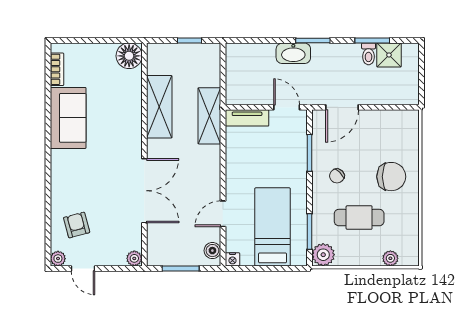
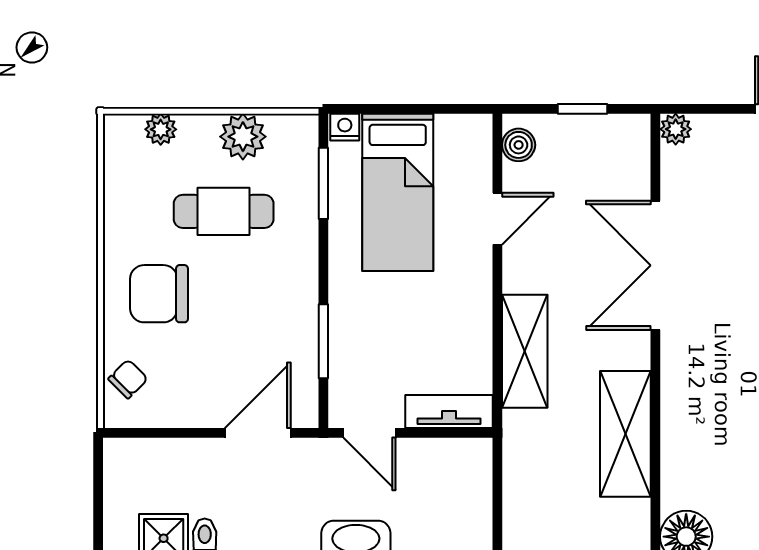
shelving: (209, 116) -> (525, 351), moved
chair: (337, 176) -> (128, 379), moved
plant: (323, 255) -> (243, 137), moved
nightstand: (232, 259) -> (345, 127), moved
window: (181, 268) -> (583, 109), width x0.67

